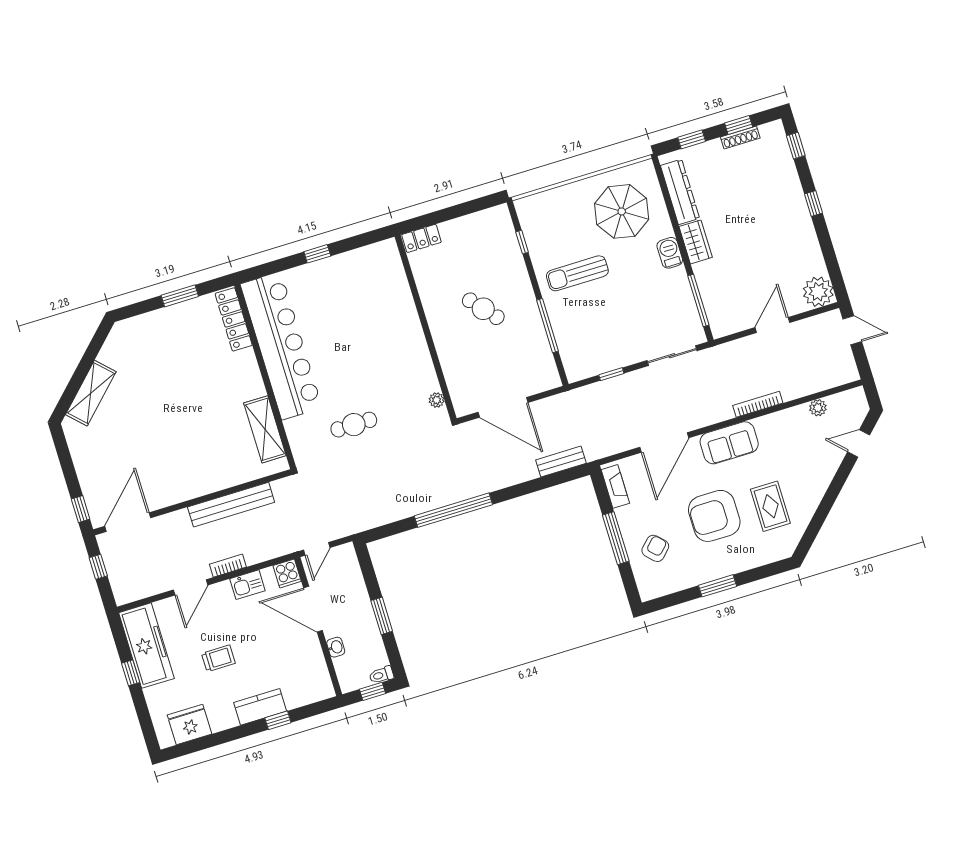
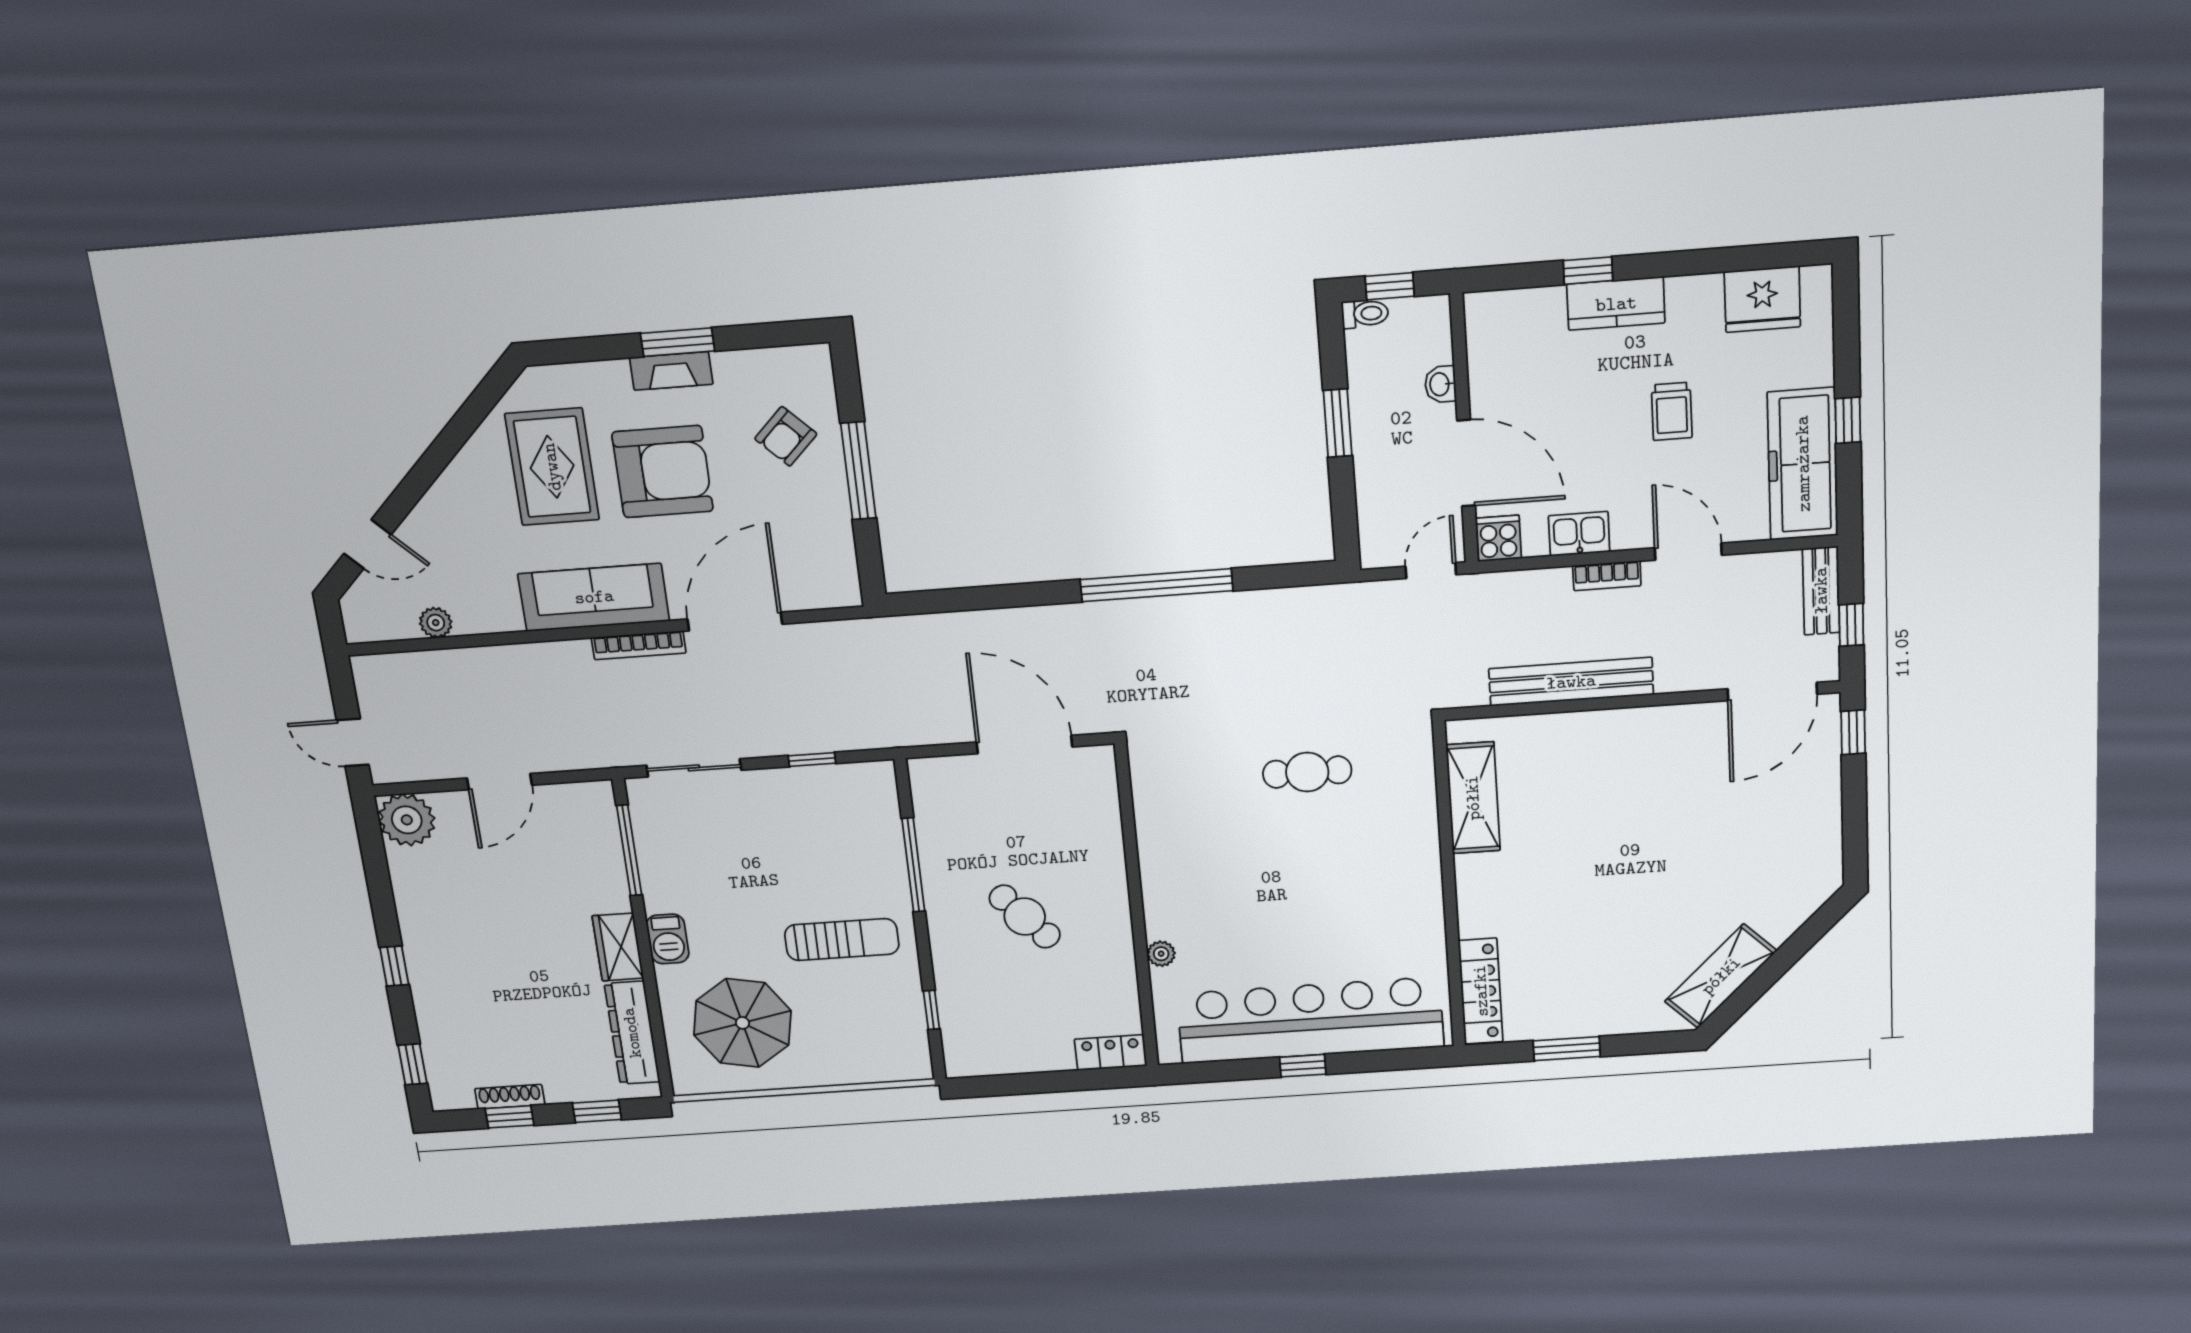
bar counter: (281, 346) -> (1310, 1020), moved, turned 90
shelving: (91, 393) -> (1721, 976), moved
plant: (437, 400) -> (1161, 954), moved
bookcase: (758, 404) -> (639, 645), moved
sofa: (729, 443) -> (594, 597), width x1.36
bench: (561, 462) -> (1821, 591), moved, turned 90
fireplace: (615, 486) -> (671, 371), moved, turned -90
rug: (770, 506) -> (552, 467), width x1.36, depth x1.43
door: (191, 587) -> (1688, 552), hinge flipped
trolley: (218, 658) -> (1672, 411), turned -90

